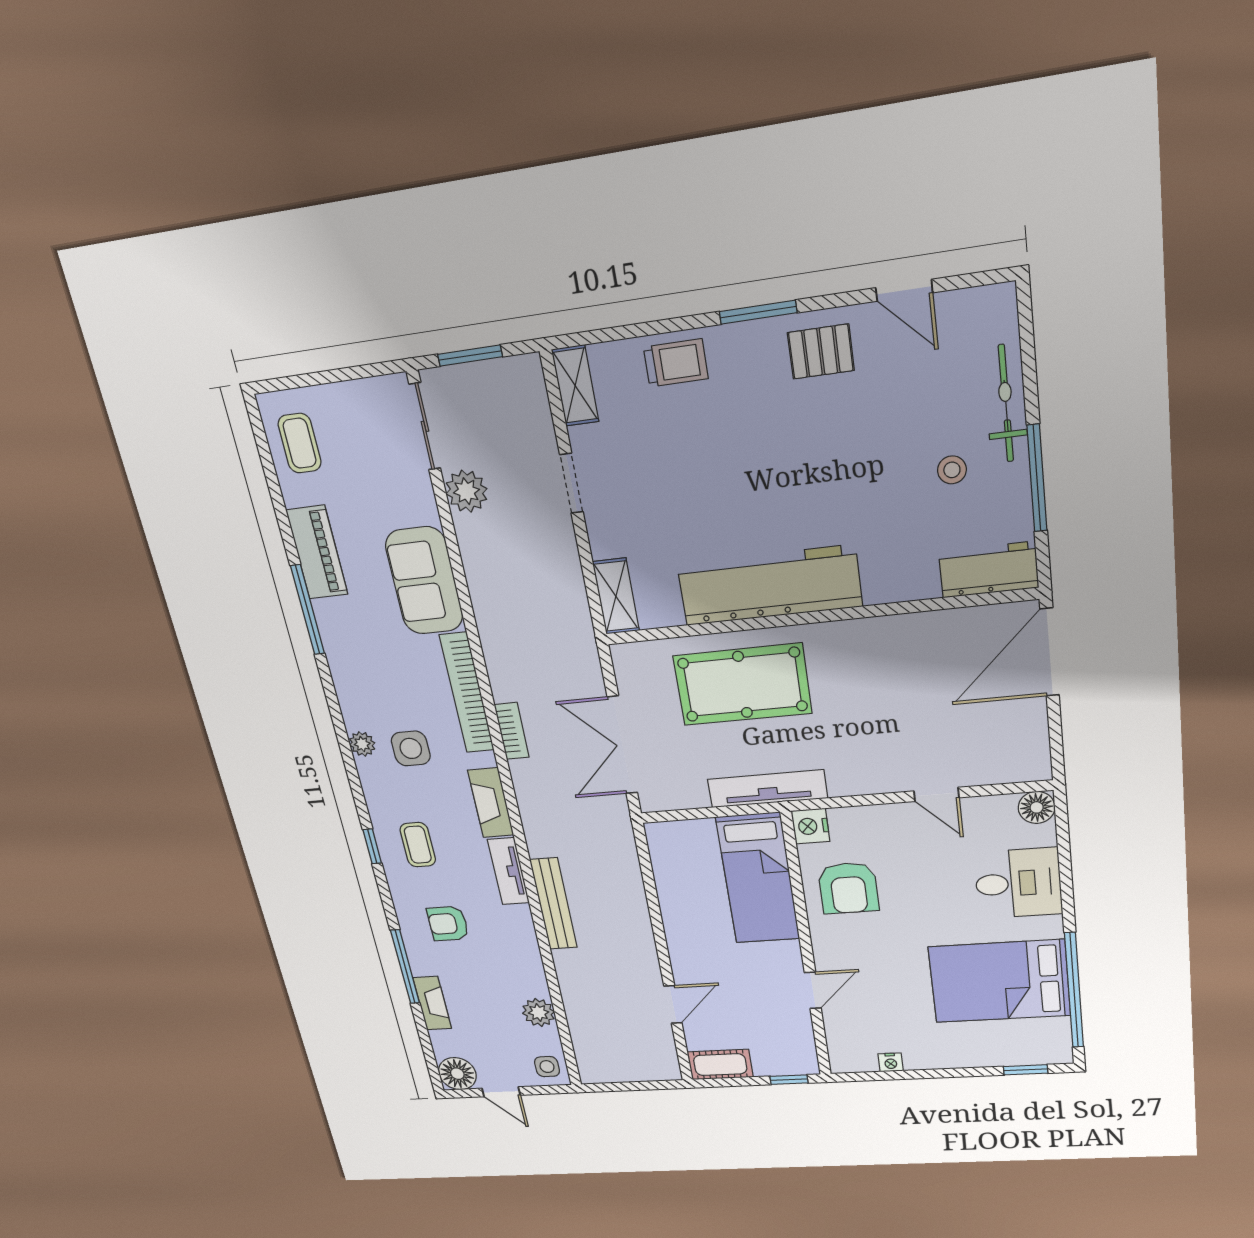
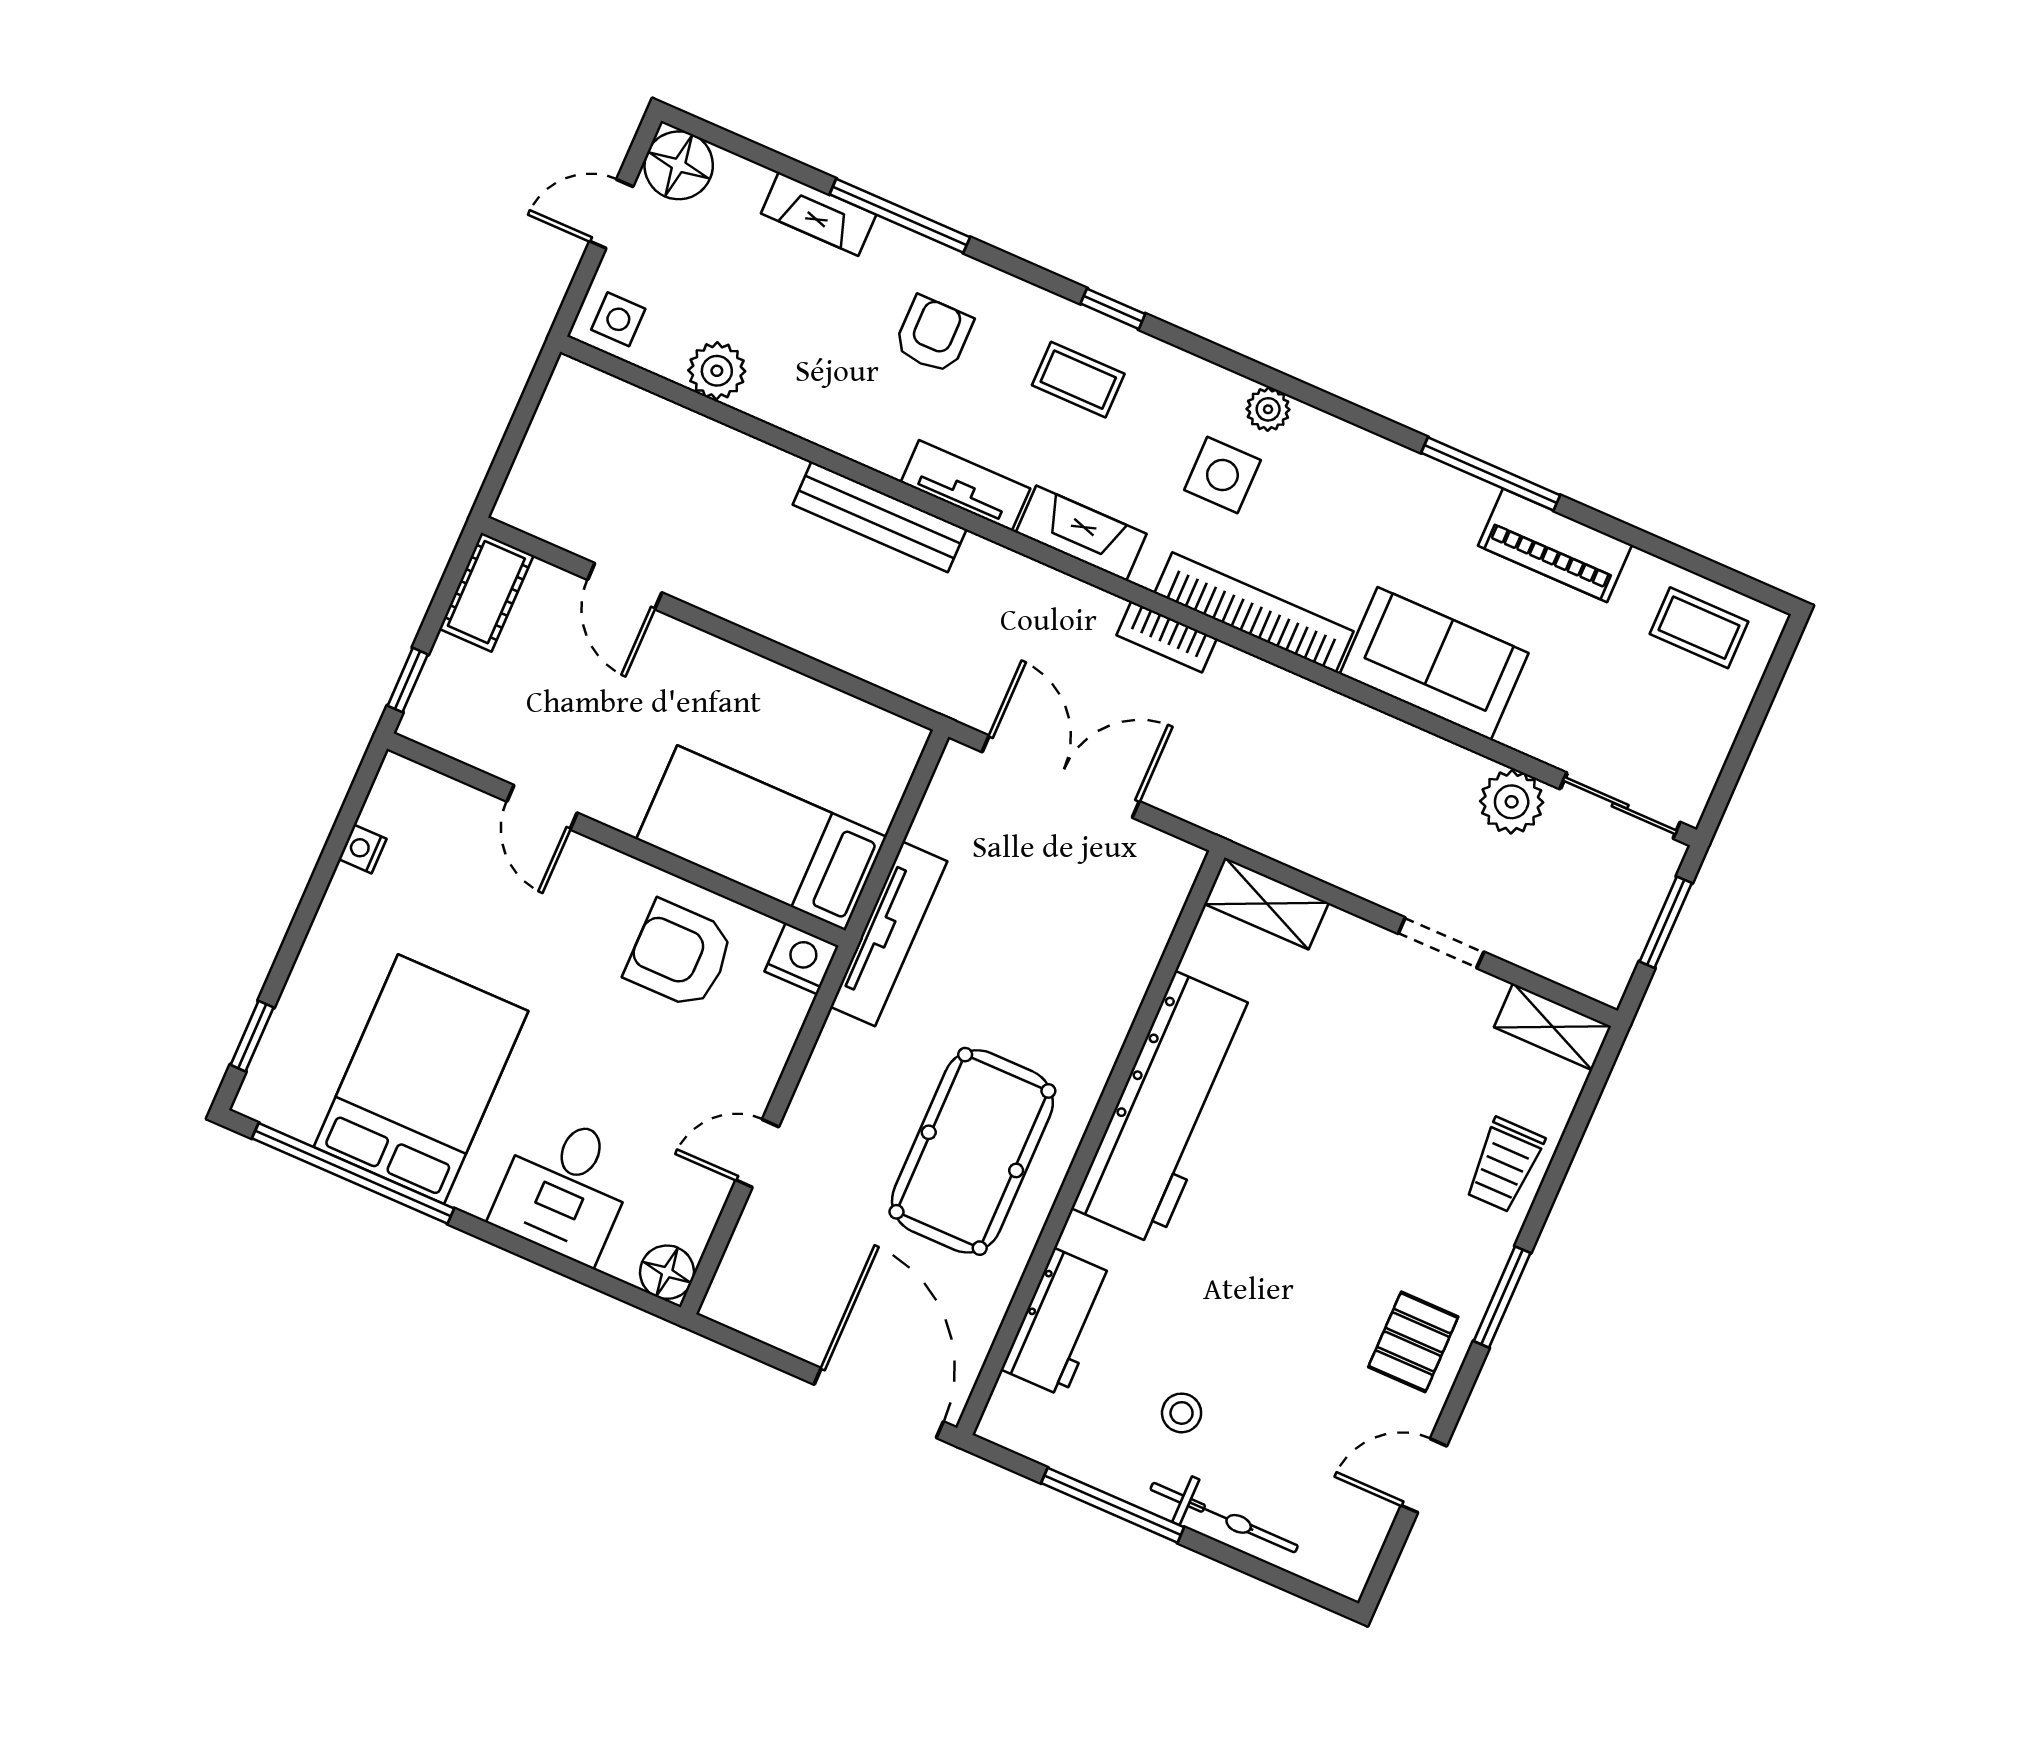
workbench: (989, 570) -> (1059, 1322), moved
pool table: (742, 685) -> (972, 1151), moved

